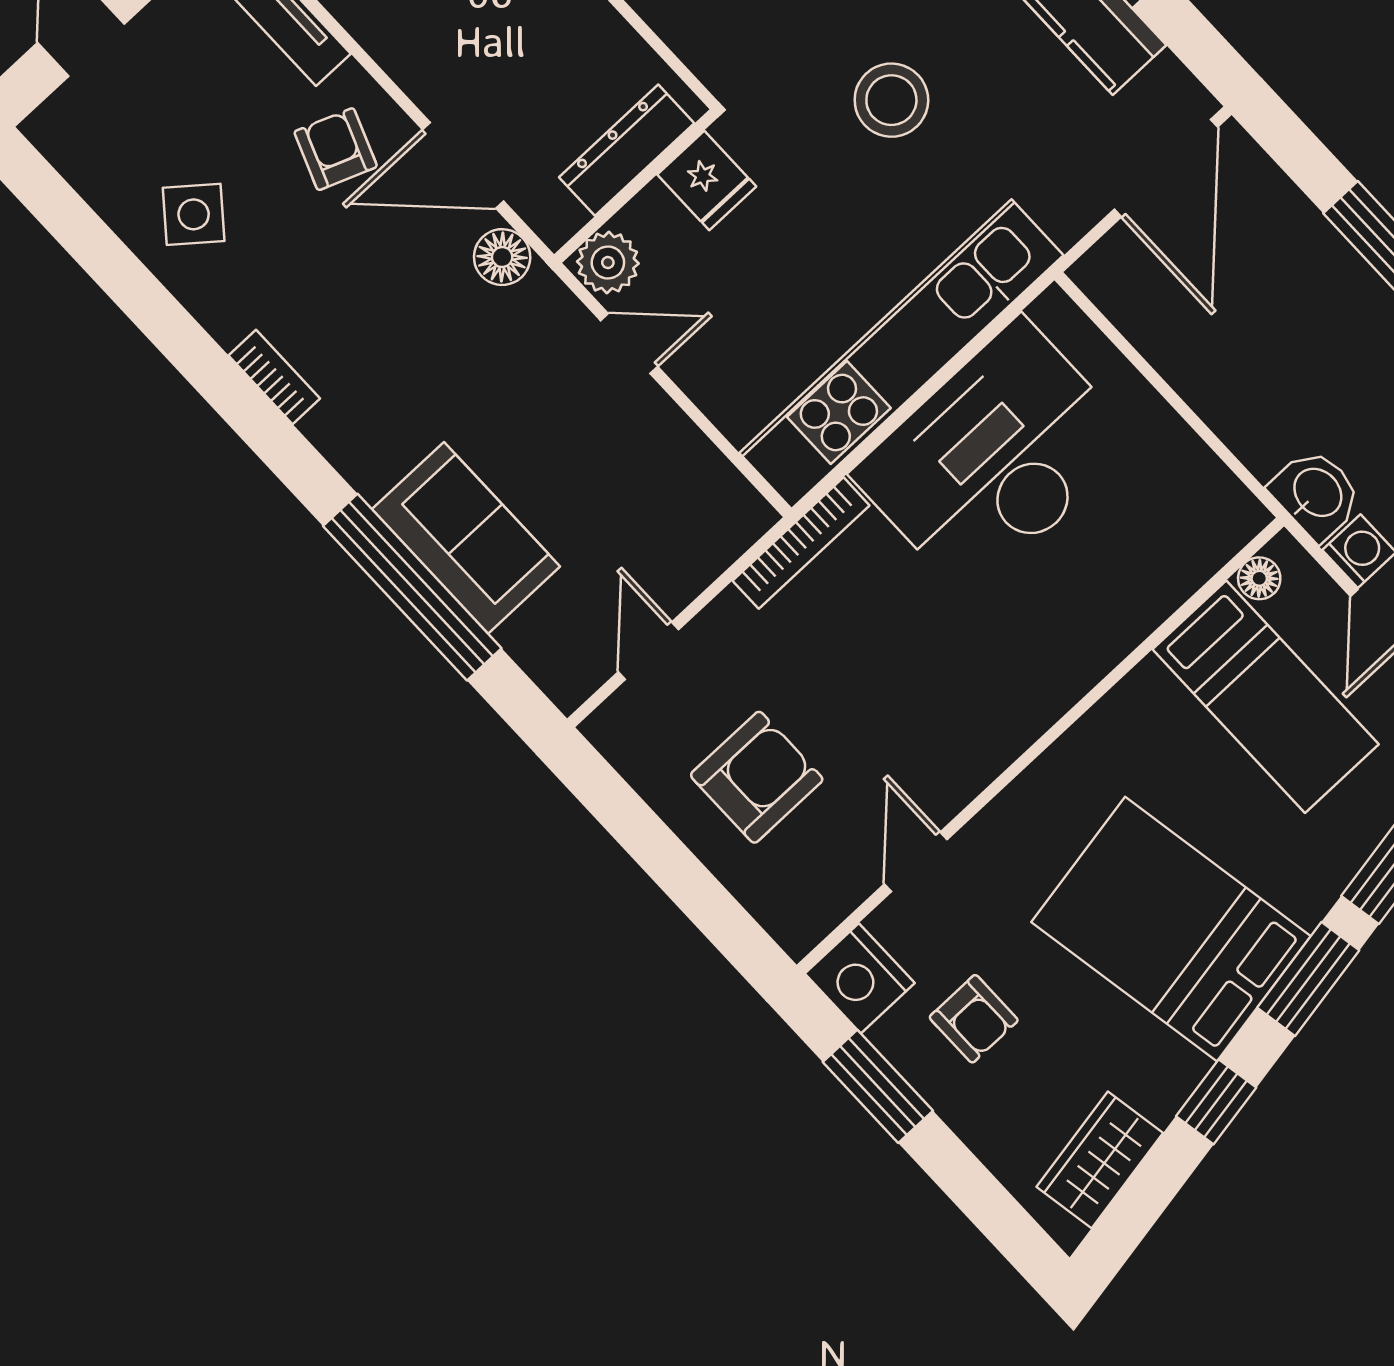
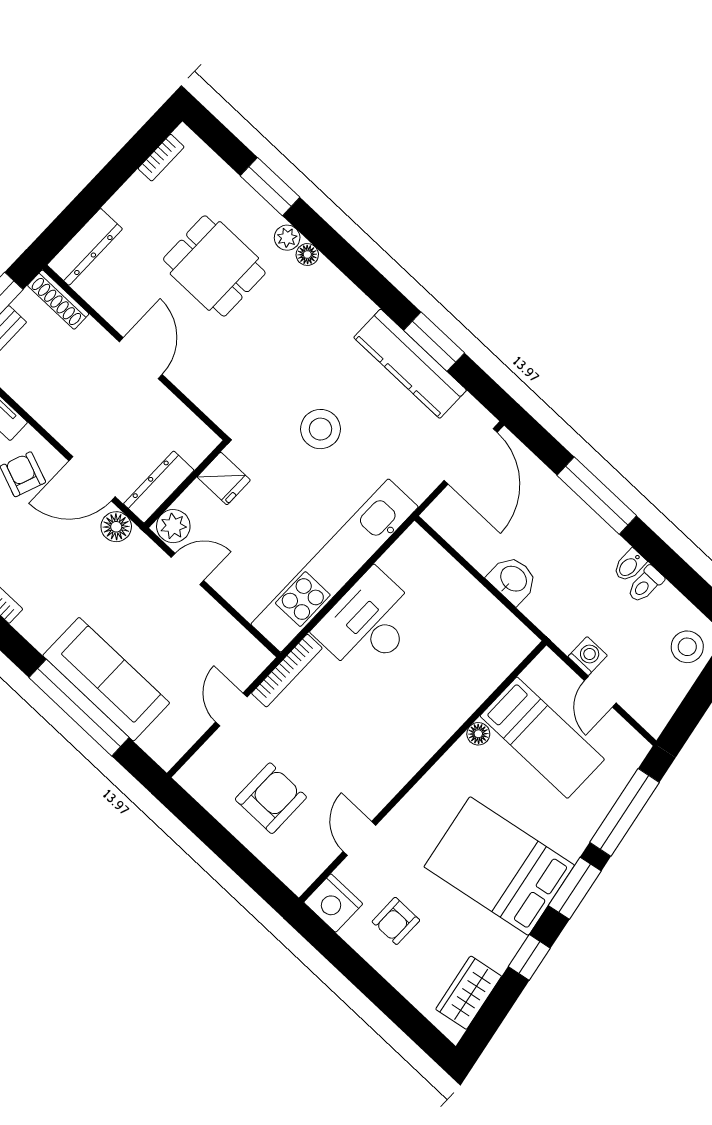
dresser: (627, 150) -> (159, 487), moved
desk: (995, 458) -> (368, 623), width x0.73, depth x0.77
washbasin: (1316, 494) -> (513, 579), moved
sofa: (466, 538) -> (106, 679), width x1.36
floor lamp: (1259, 578) -> (478, 734), moved
door: (649, 651) -> (231, 709), moved
armchair: (974, 1019) -> (396, 921), turned 90
window: (878, 1086) -> (347, 961), removed

